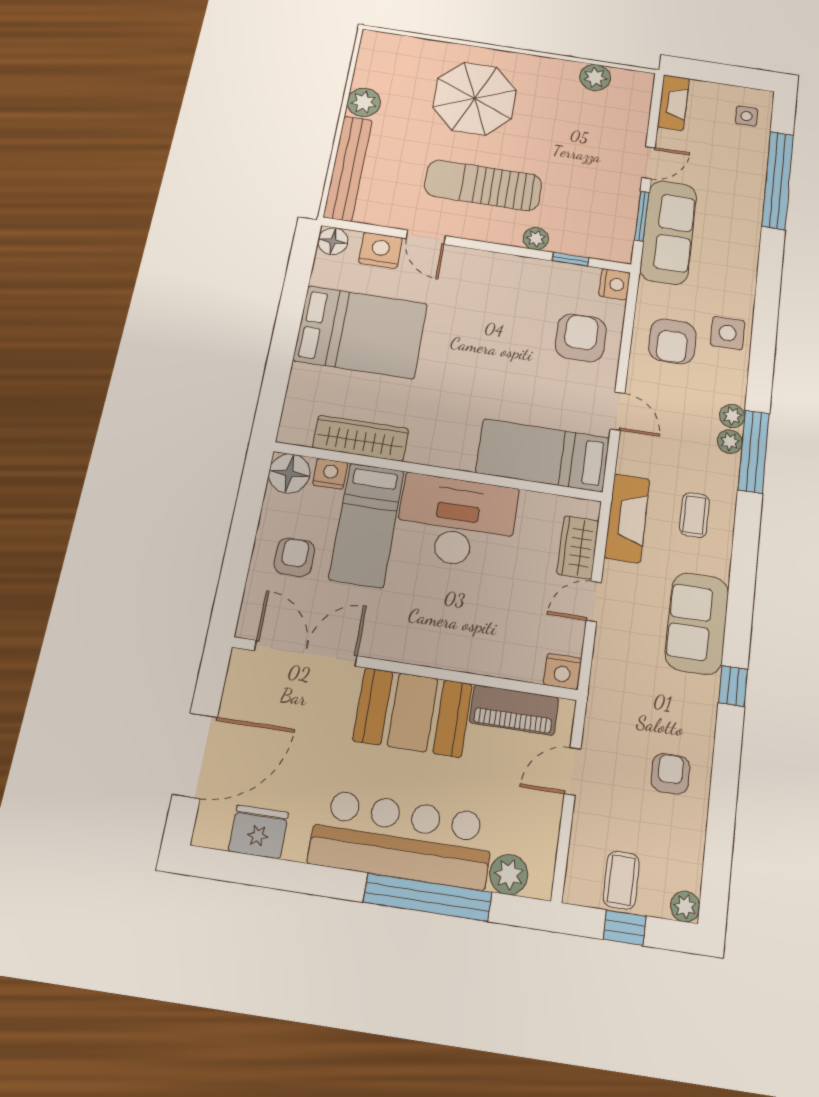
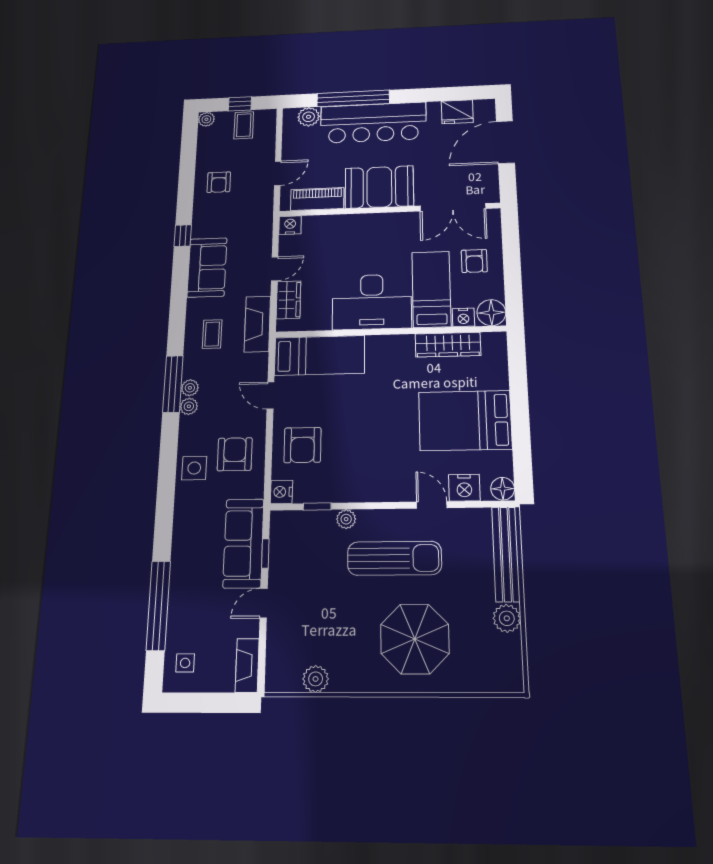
window: (642, 216) -> (265, 554), width x0.67

